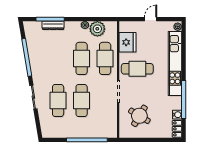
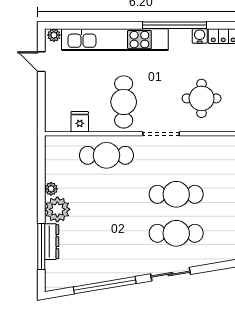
door: (151, 19) -> (41, 62), moved
plant: (97, 29) -> (57, 209), moved
fridge: (127, 42) -> (80, 122), width x0.53, depth x0.75
cafe table: (82, 58) -> (106, 194), removed
round table: (139, 116) -> (202, 98), turned -31

